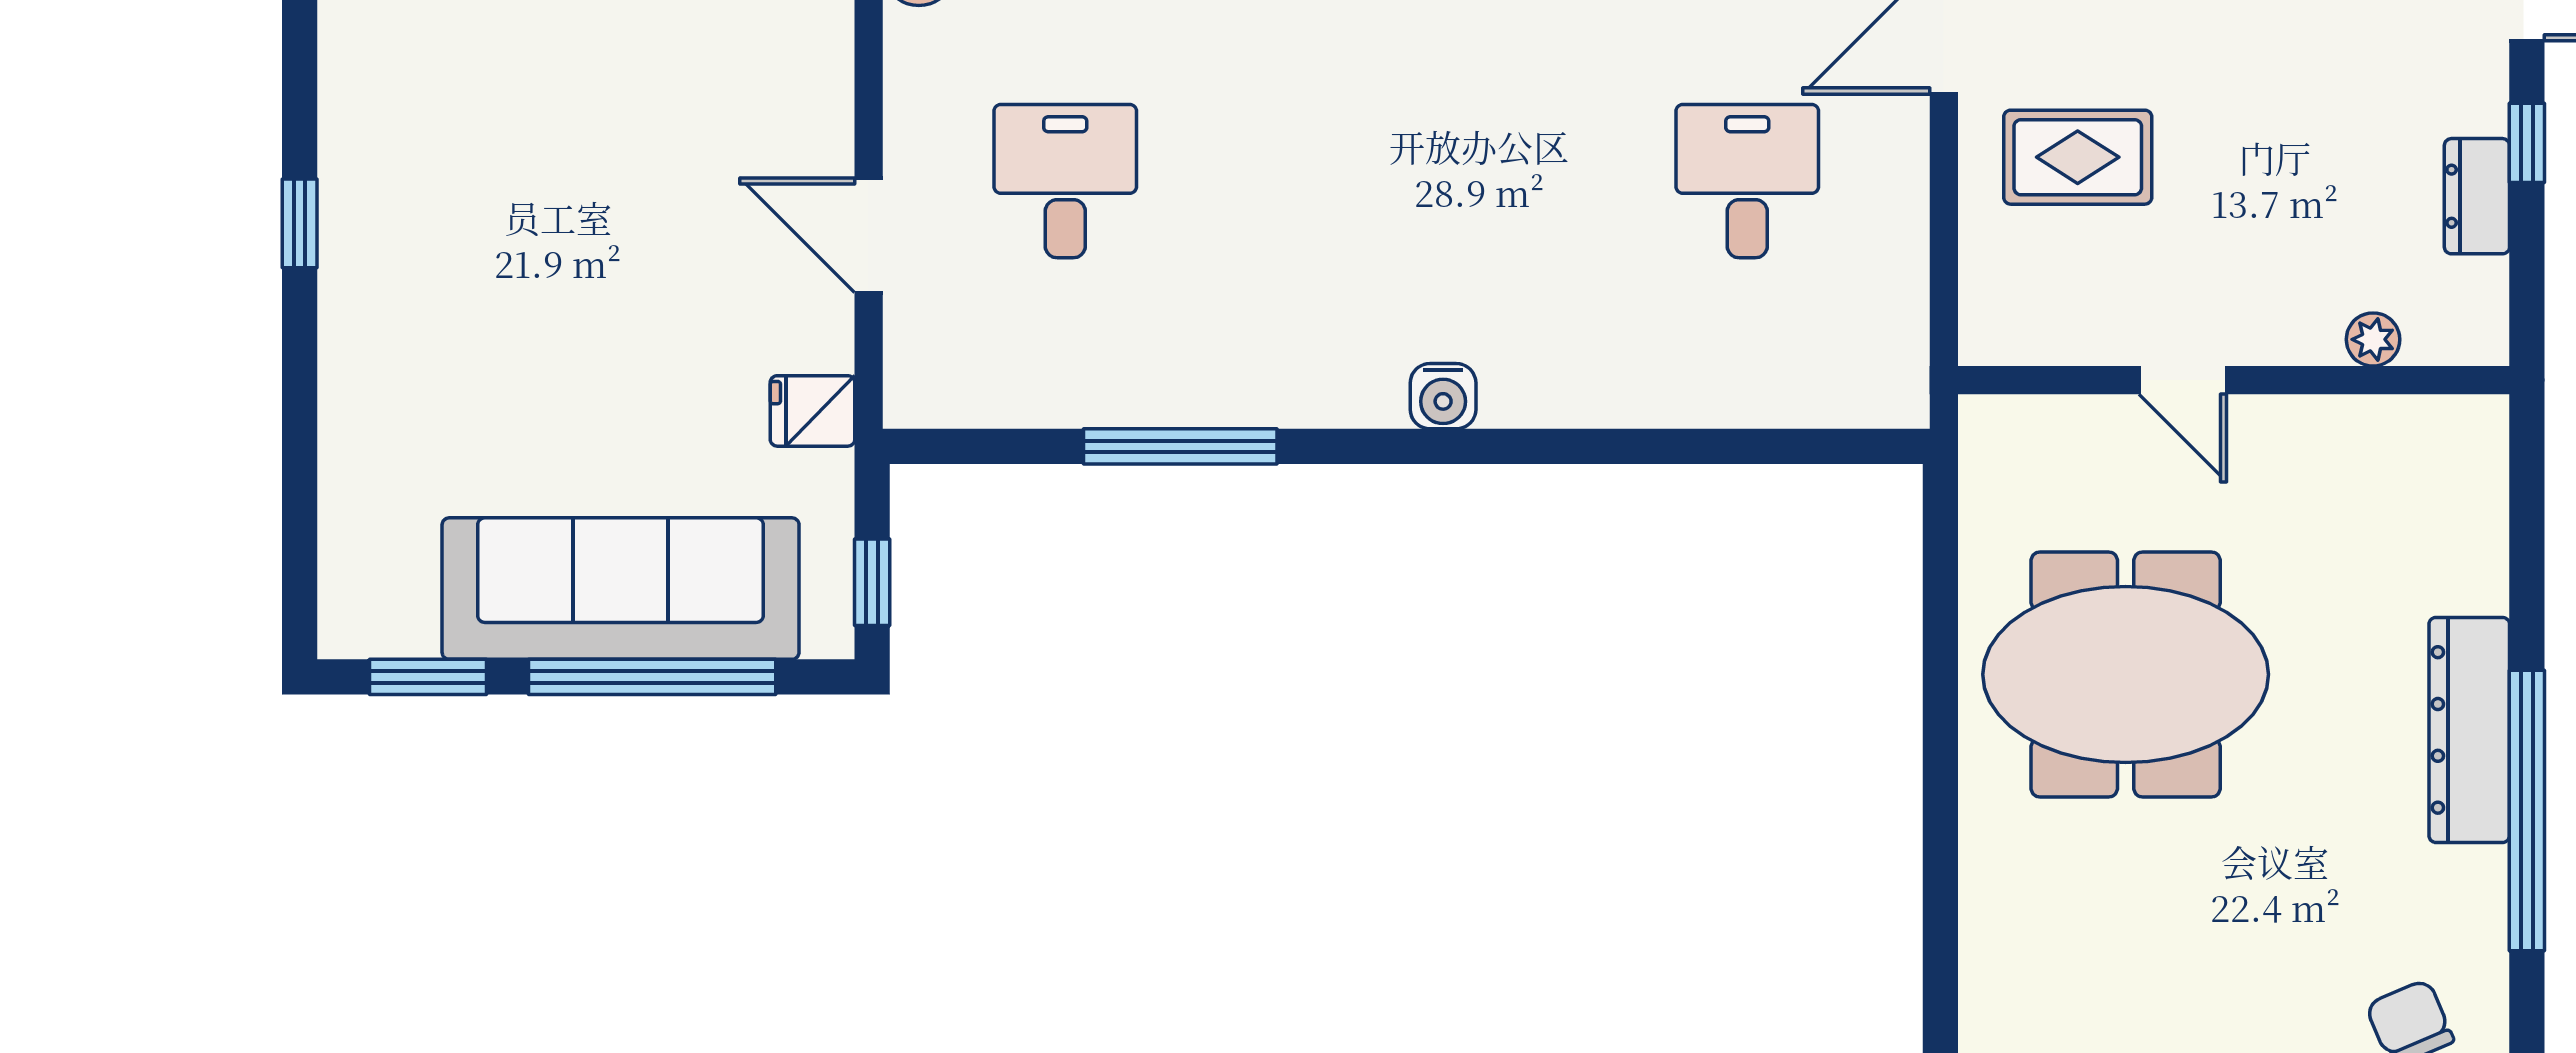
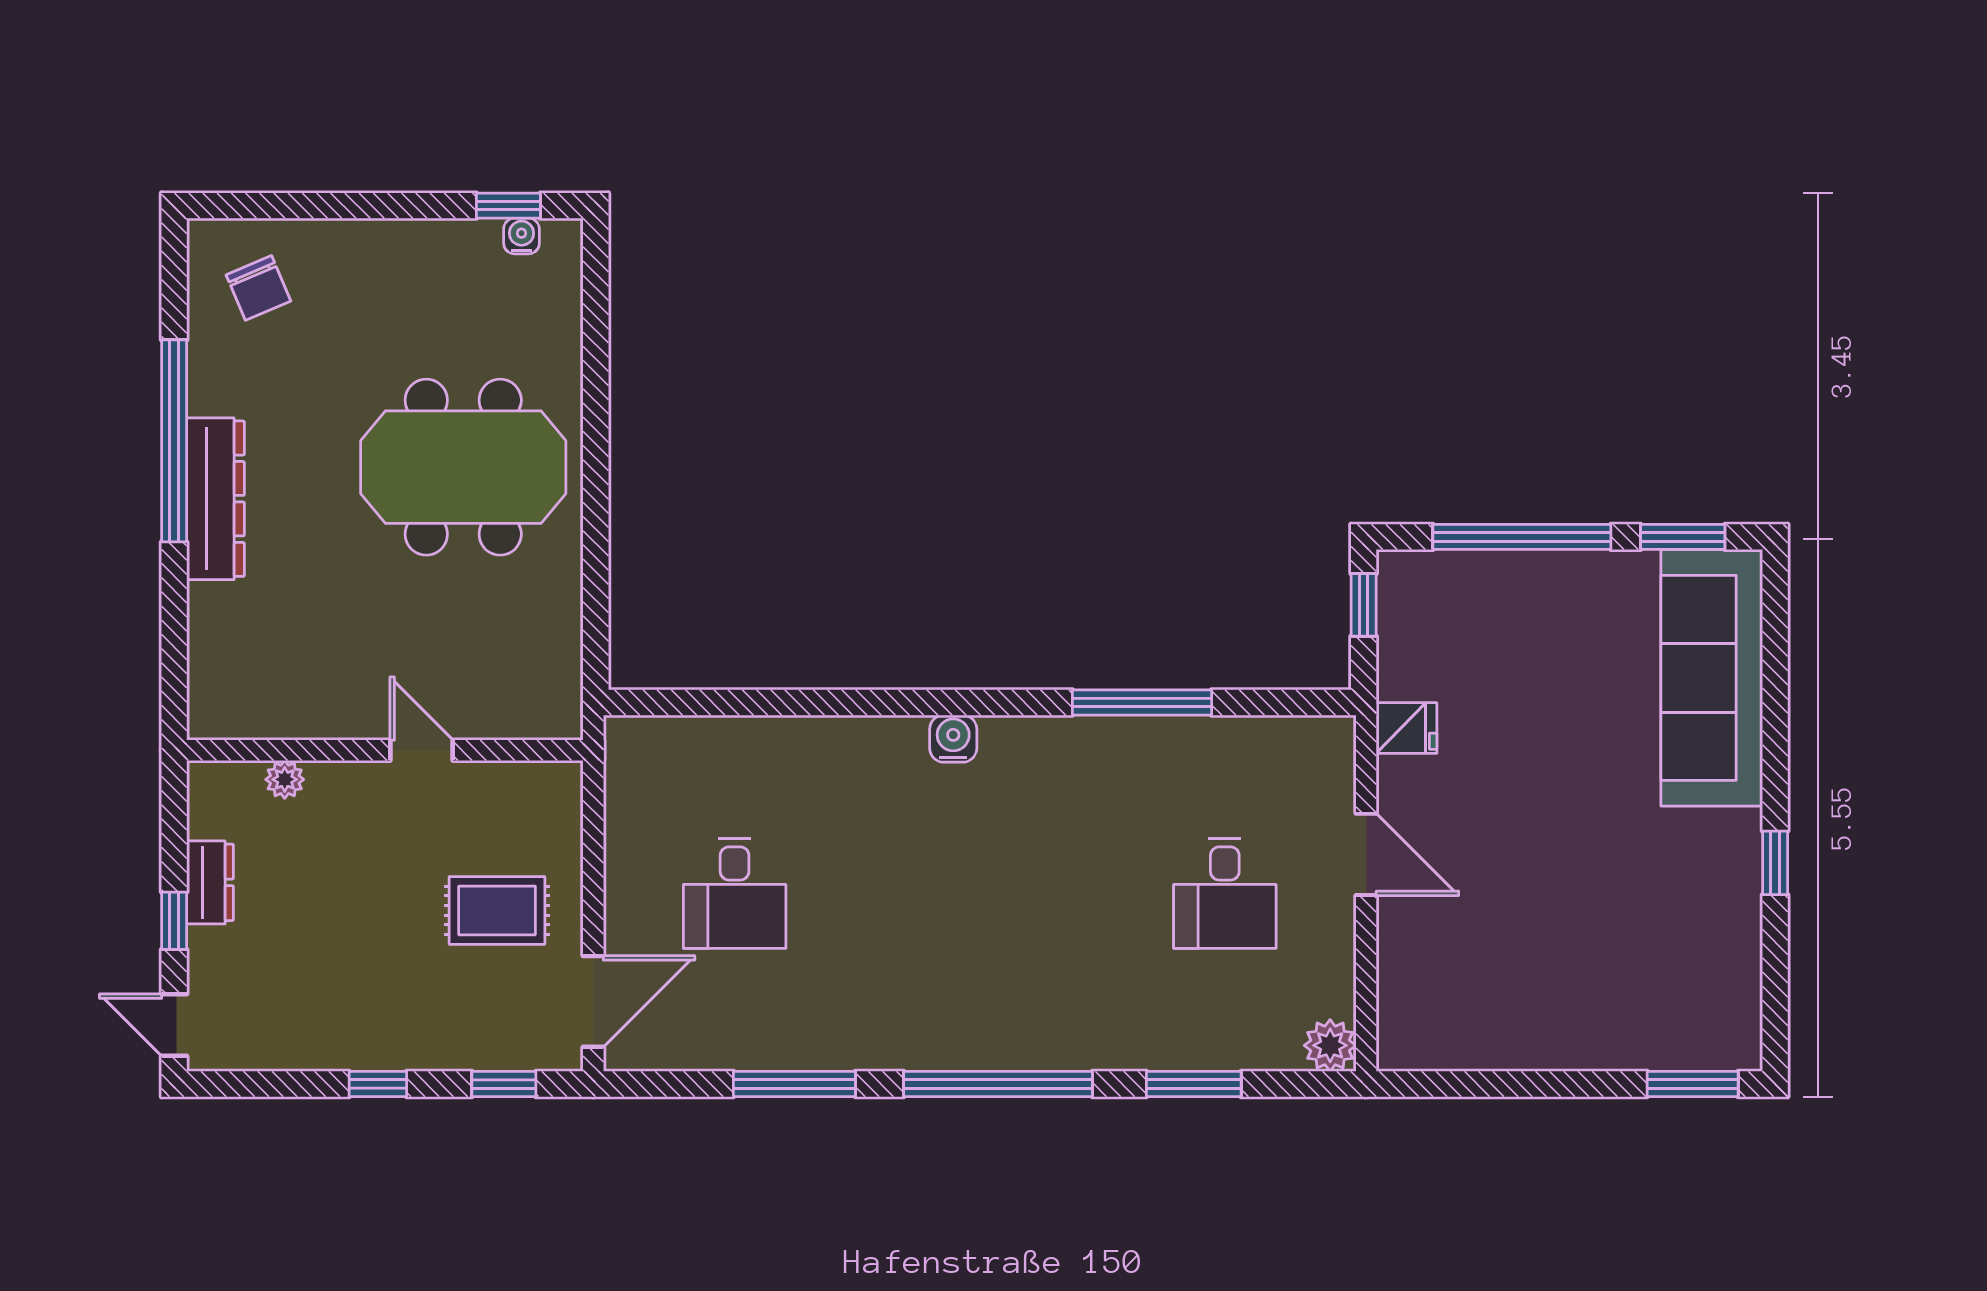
sofa: (621, 589) -> (1712, 678), moved, turned 90
meeting table: (2126, 674) -> (463, 467), moved

